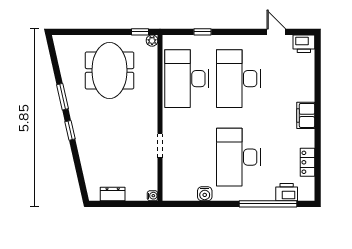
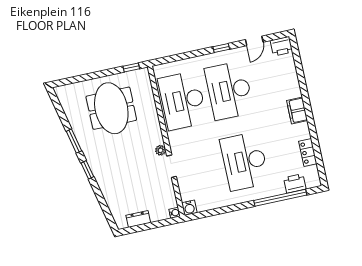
window: (202, 32) -> (221, 48), moved
door: (276, 32) -> (254, 41), swing flipped
plant: (152, 41) -> (161, 150), moved
water cooler: (205, 194) -> (189, 208), moved

